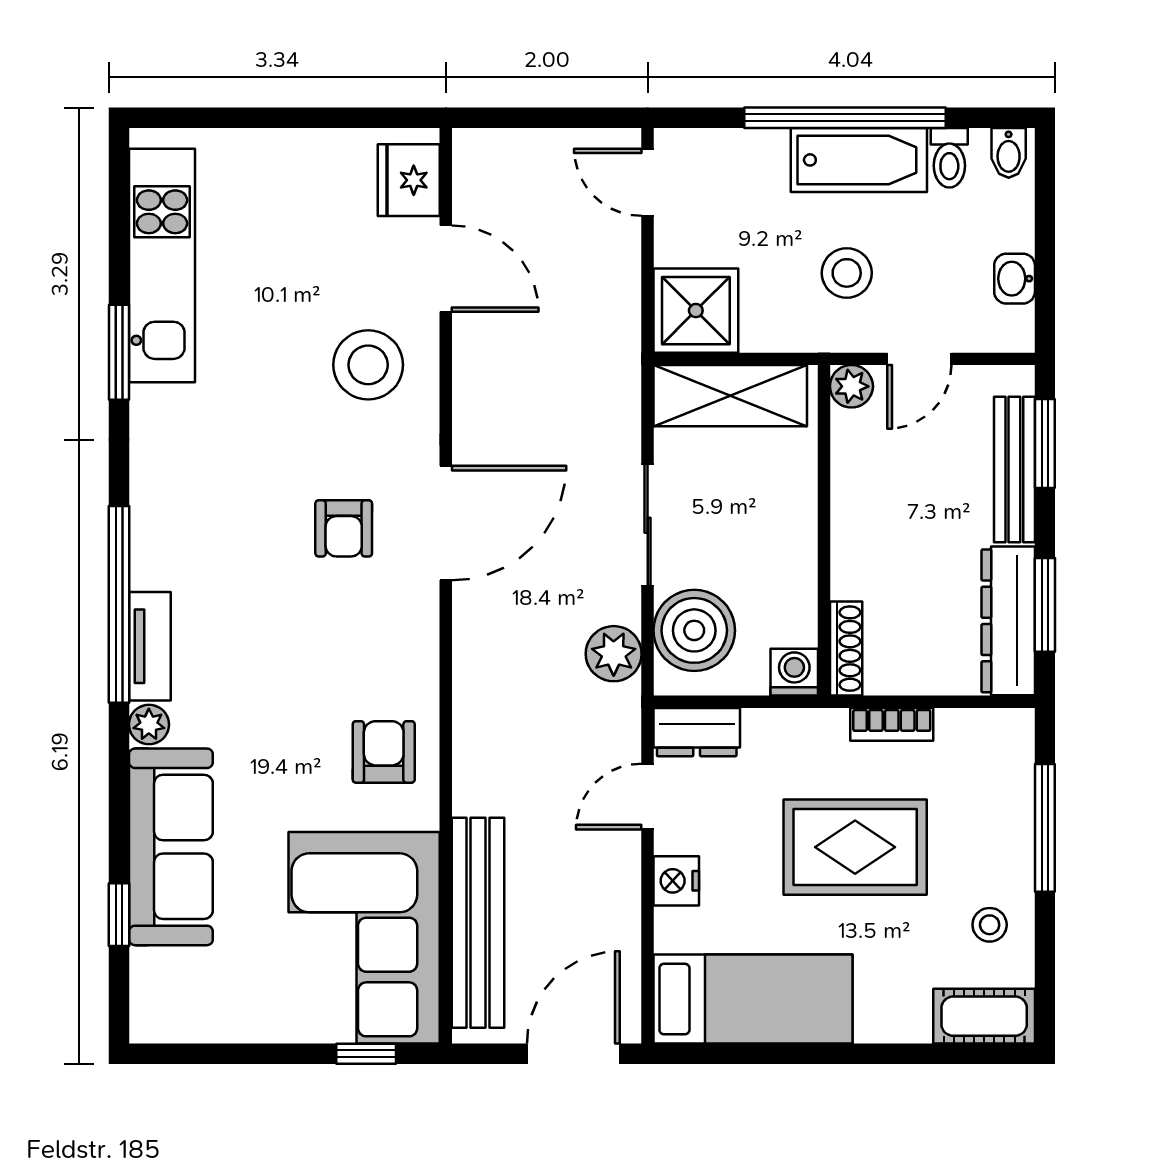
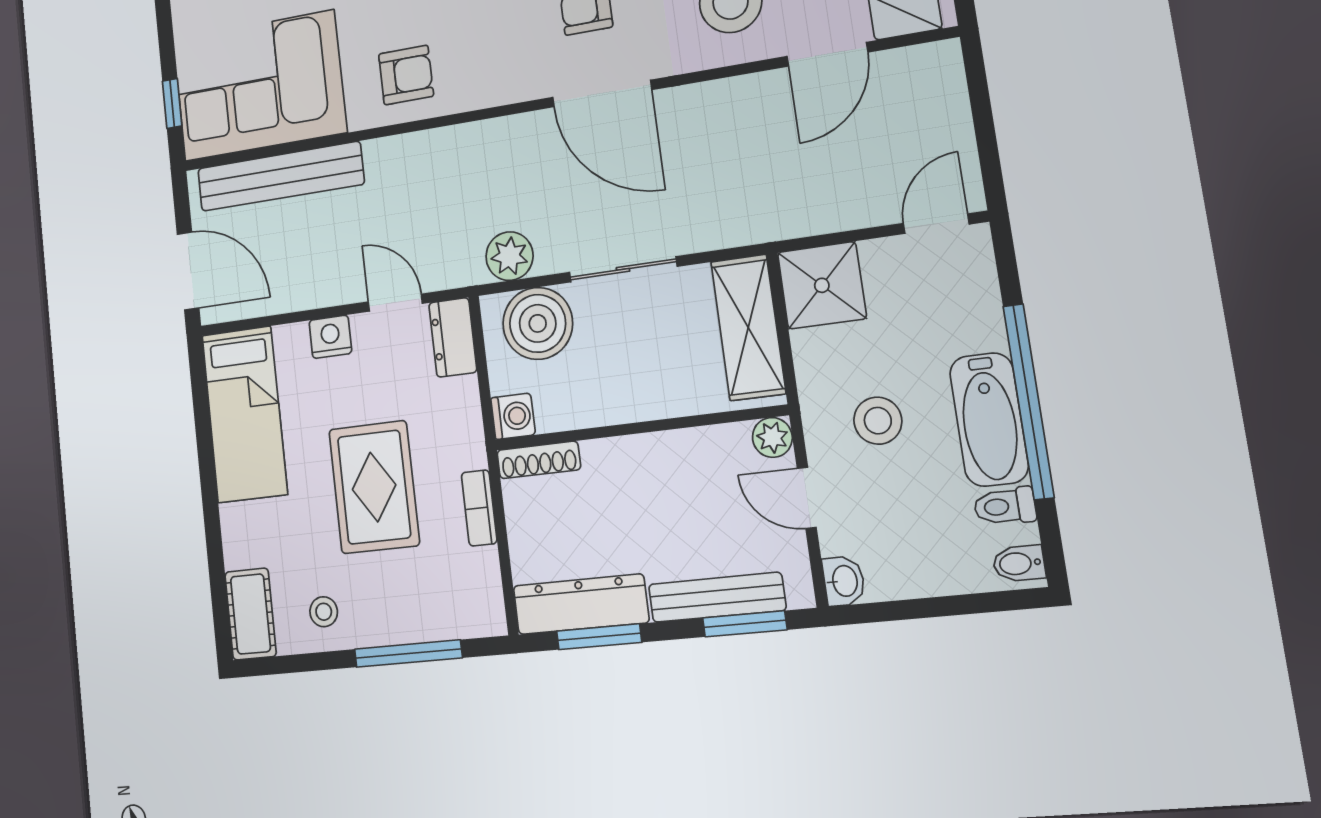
washbasin: (1015, 279) -> (844, 581), moved, turned 90

